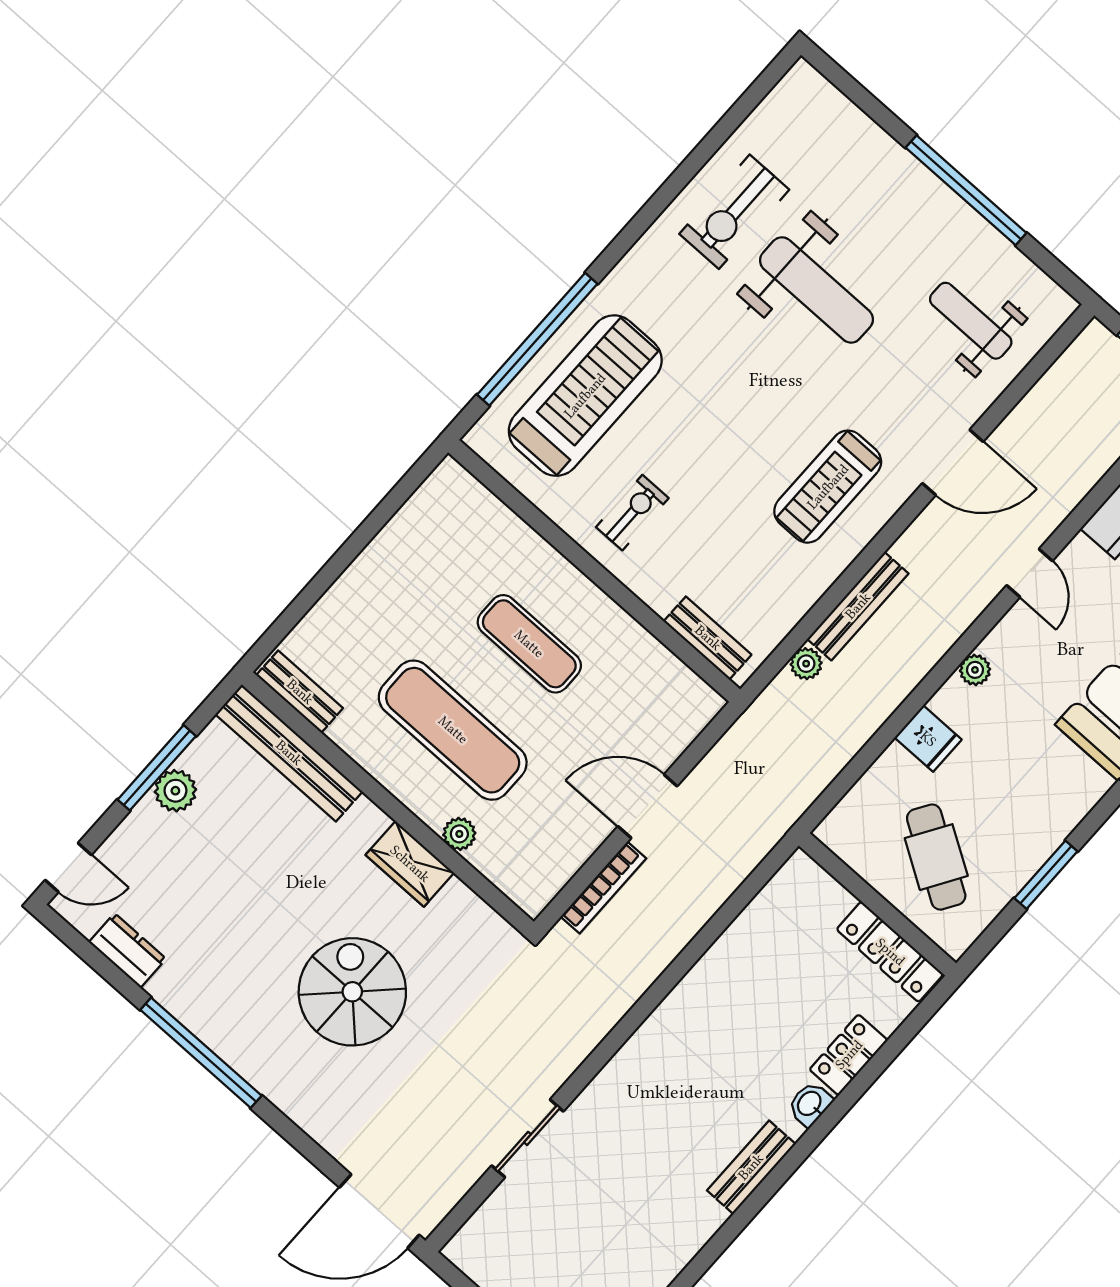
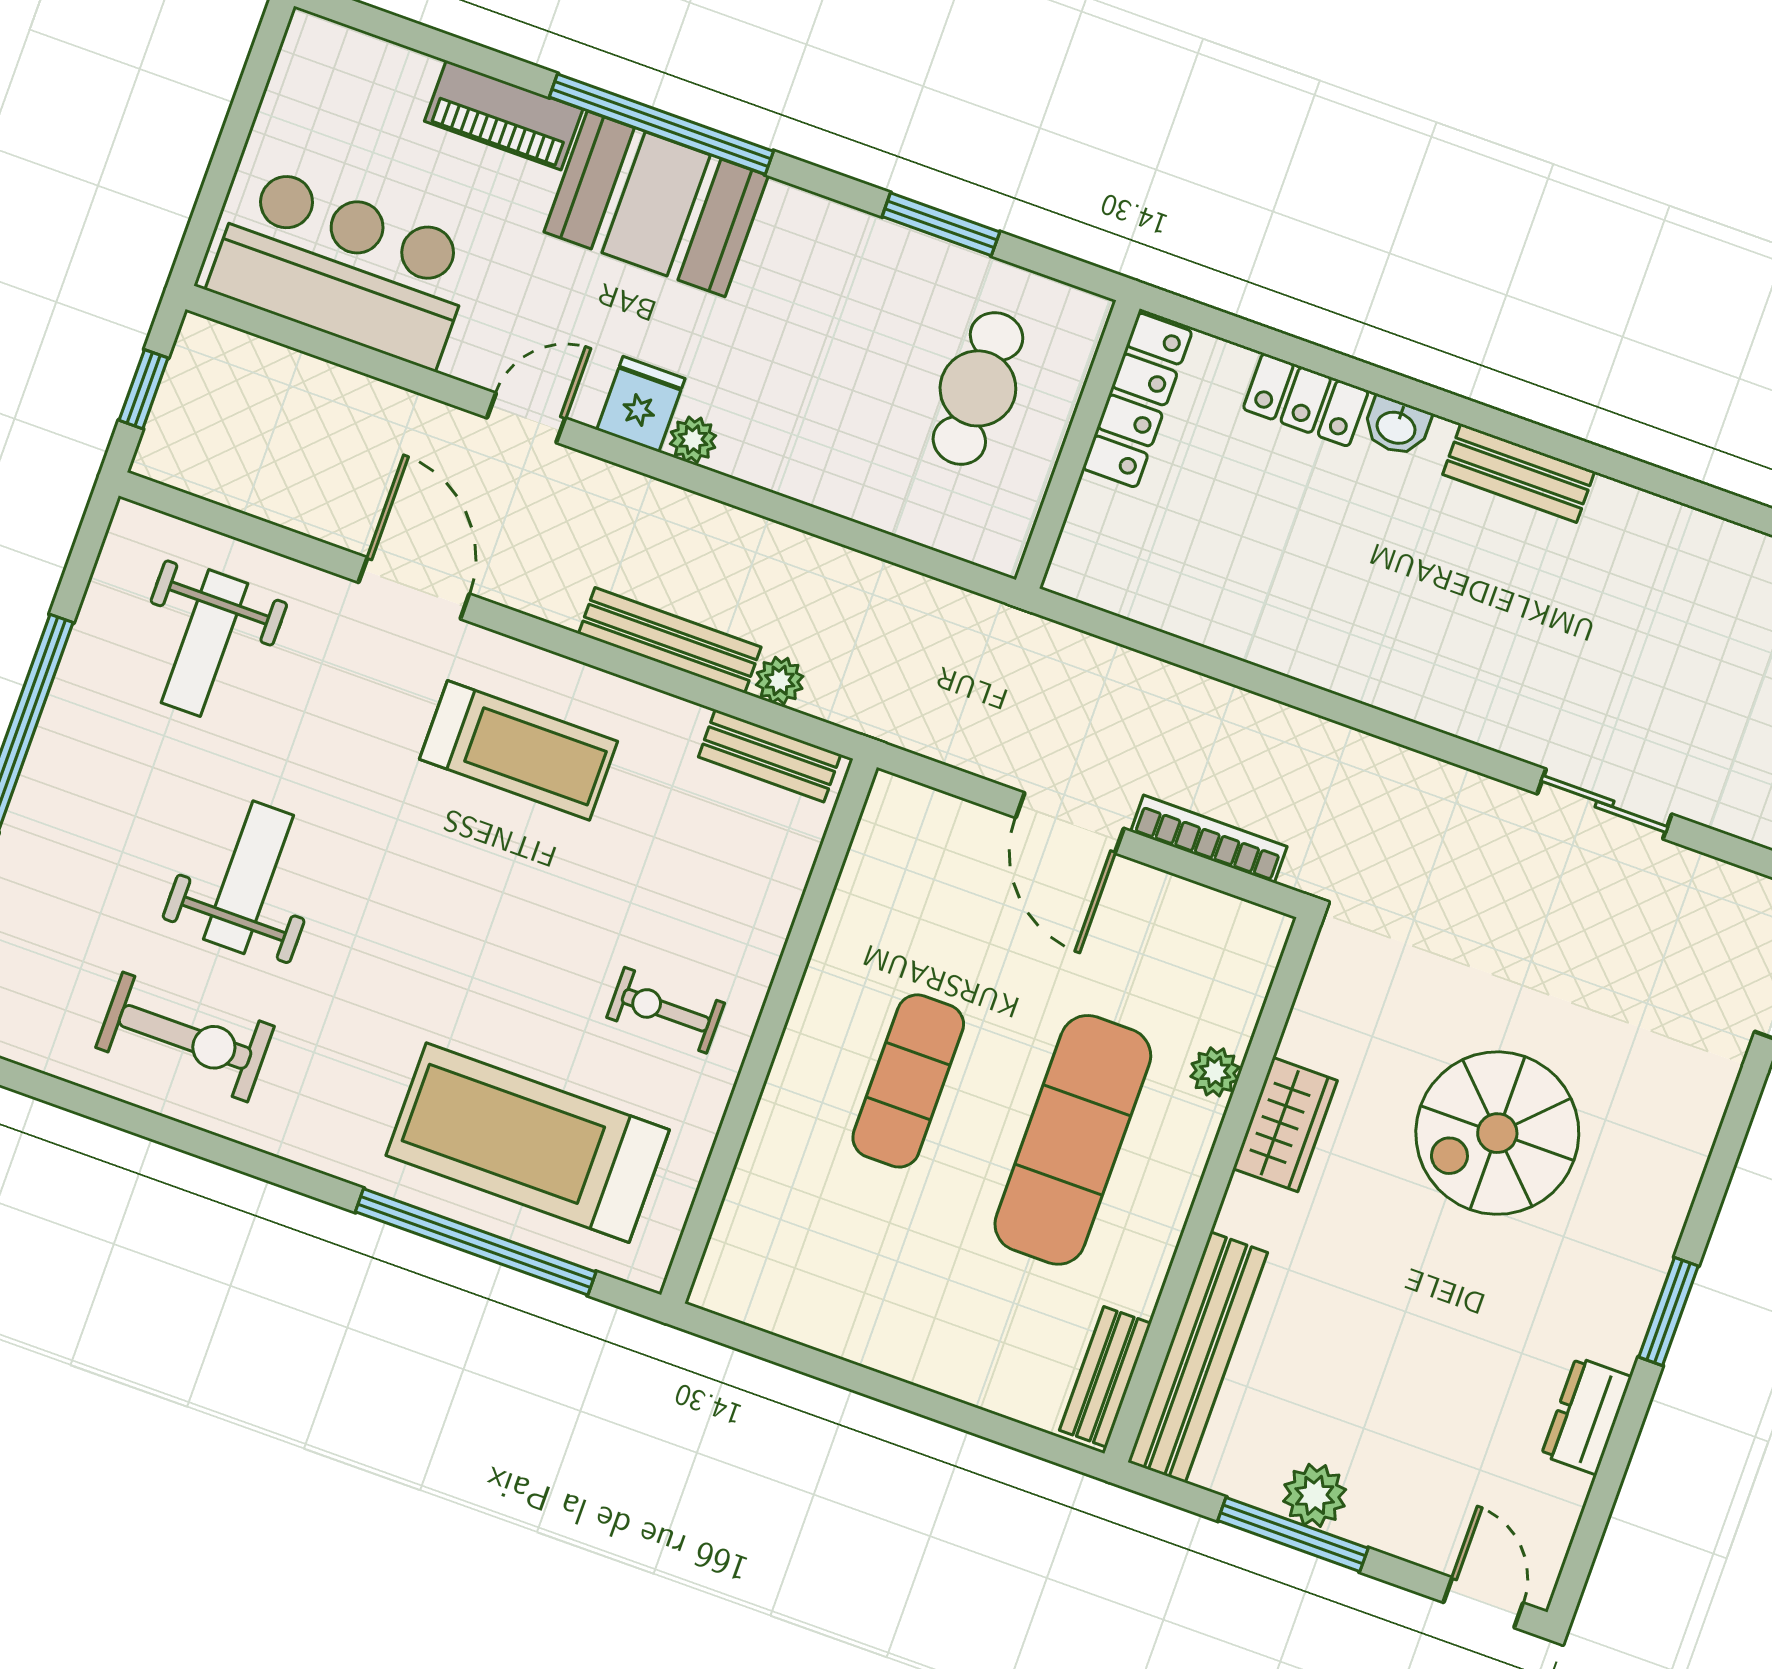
weight bench: (816, 290) -> (249, 877), width x0.73, depth x0.75
bench: (708, 638) -> (770, 756), moved, turned 90
fridge: (928, 739) -> (641, 404), moved
cafe table: (936, 857) -> (978, 388), turned -32
dresser: (127, 950) -> (1587, 1416), moved
window: (201, 1053) -> (1669, 1312), width x0.47

